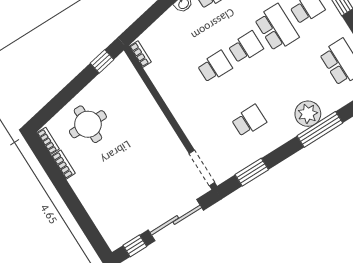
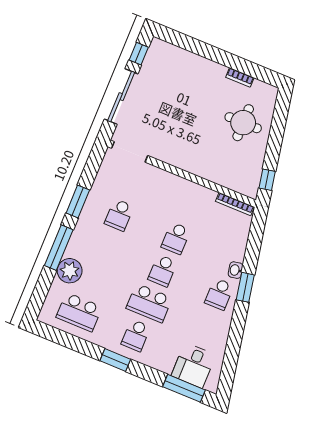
bookcase: (140, 54) -> (235, 204), width x1.56
plant: (308, 114) -> (70, 271), moved
bookcase: (48, 141) -> (265, 87), removed
window: (252, 172) -> (78, 202), moved

